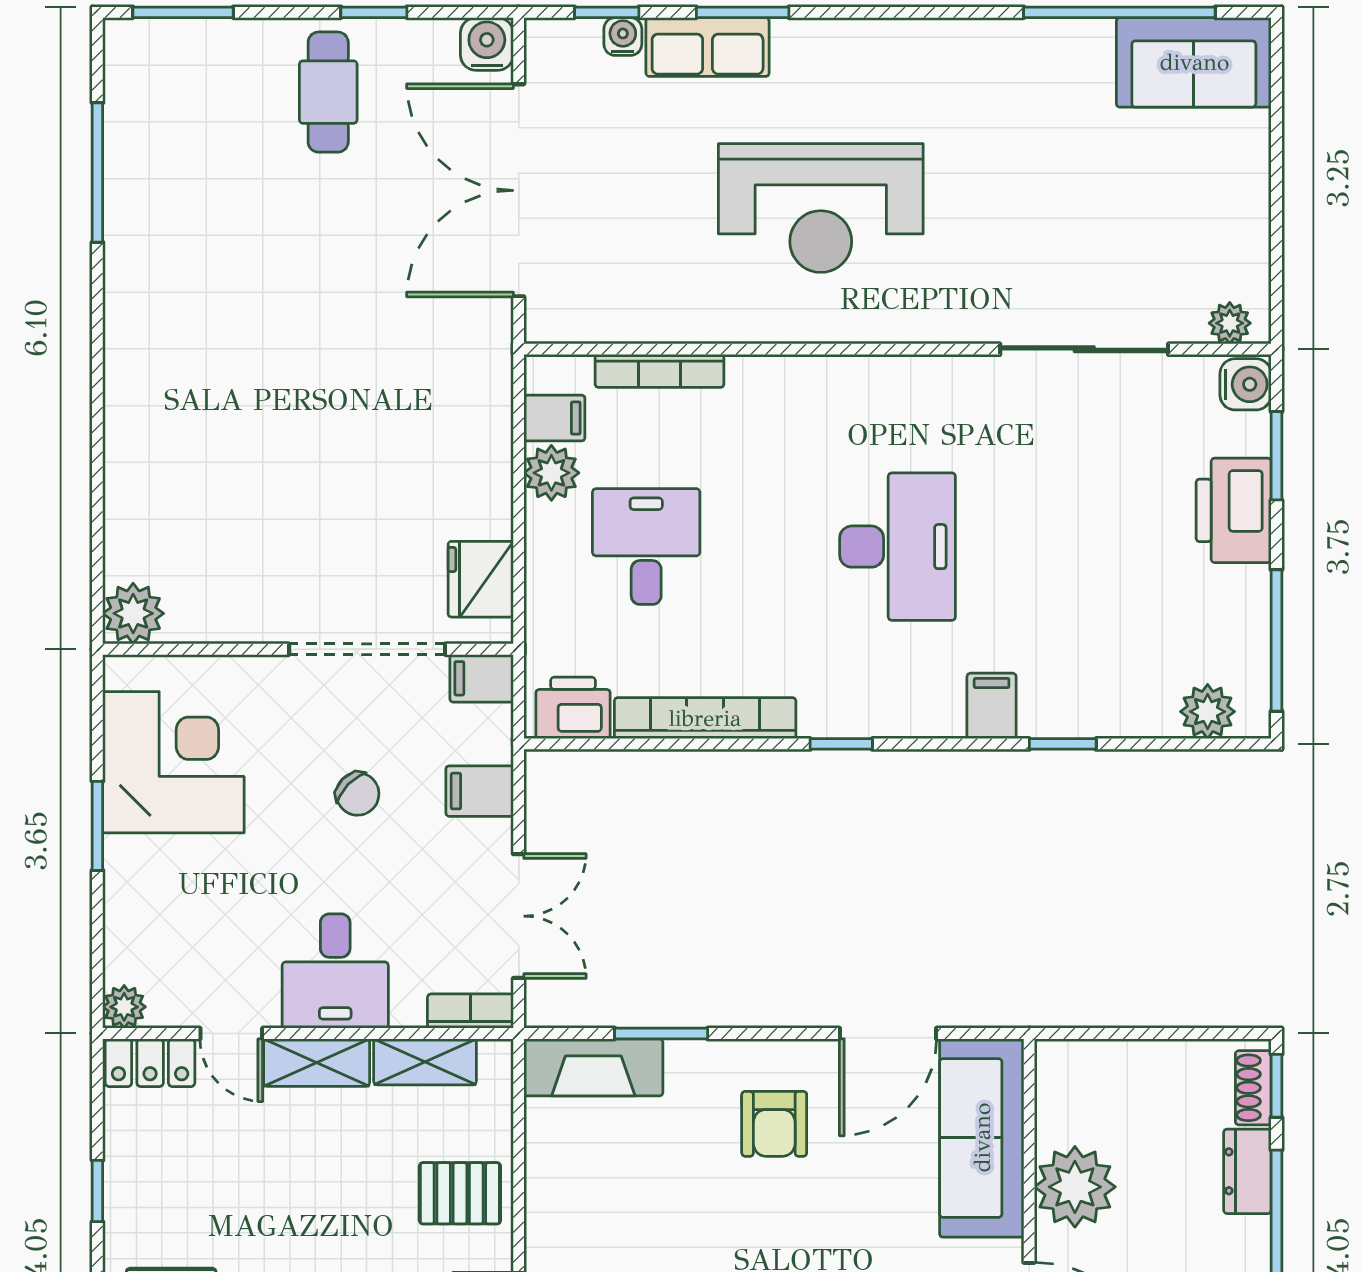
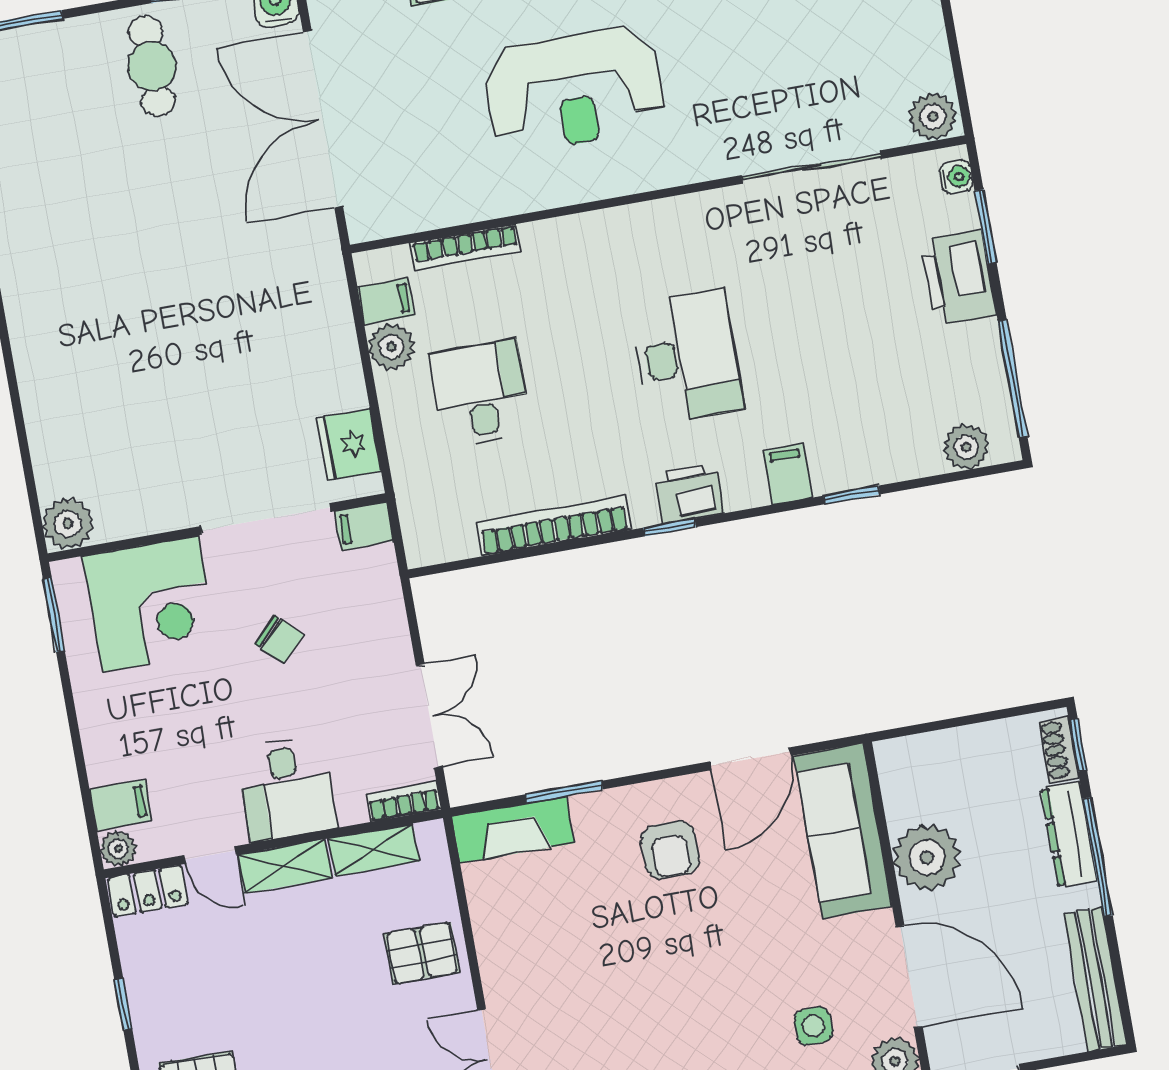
plant: (1230, 323) -> (933, 117), width x1.38, depth x1.38
water cooler: (1246, 384) -> (956, 177), width x0.72, depth x0.72
printer: (573, 708) -> (689, 493), moved
corner desk: (173, 762) -> (151, 604), moved, turned 90
filing cabinet: (480, 791) -> (121, 805), moved, turned 180
window: (97, 826) -> (54, 615), moved
dresser: (1247, 1171) -> (1069, 835), width x1.44

